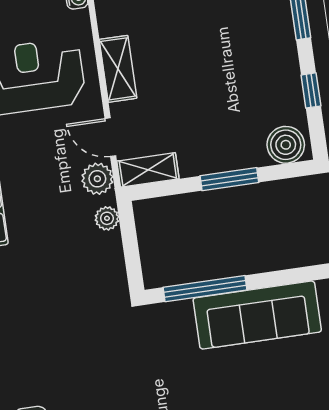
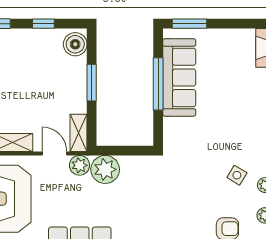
door: (110, 137) -> (55, 153), swing flipped
plant: (107, 218) -> (105, 169), width x1.88, depth x1.88
window: (205, 289) -> (158, 84), moved

